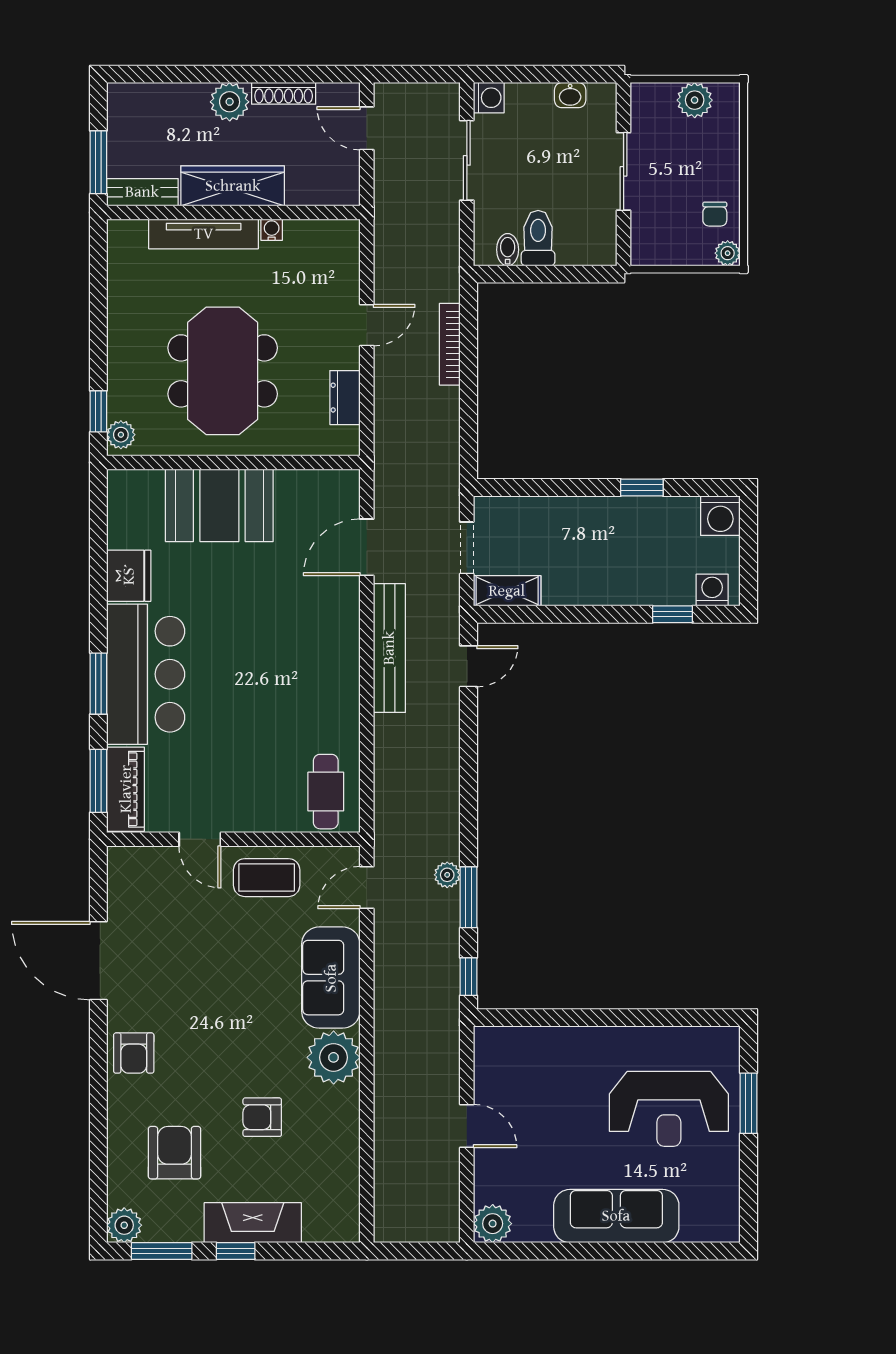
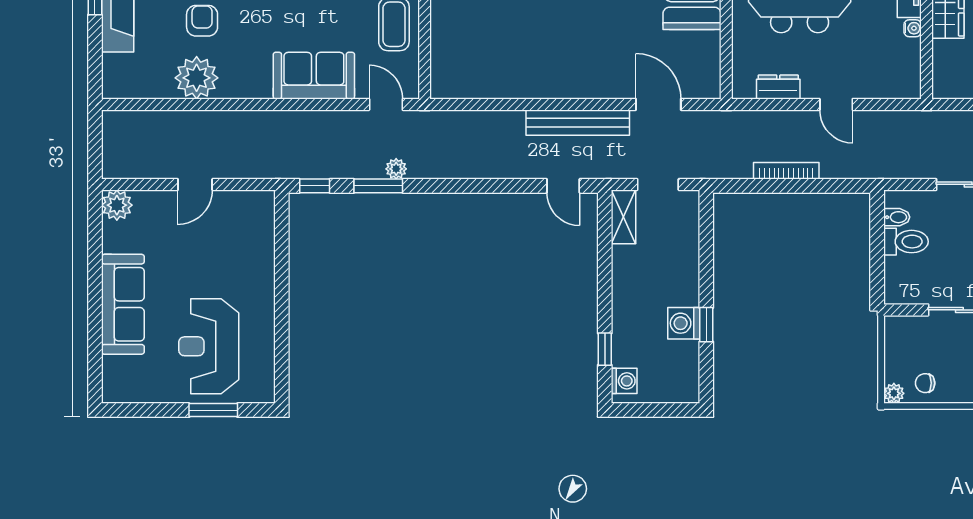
bookcase: (450, 344) -> (786, 171), moved
washing machine: (720, 516) -> (684, 323), moved
cafe table: (326, 792) -> (463, 72), removed
plant: (334, 1057) -> (197, 78), moved

